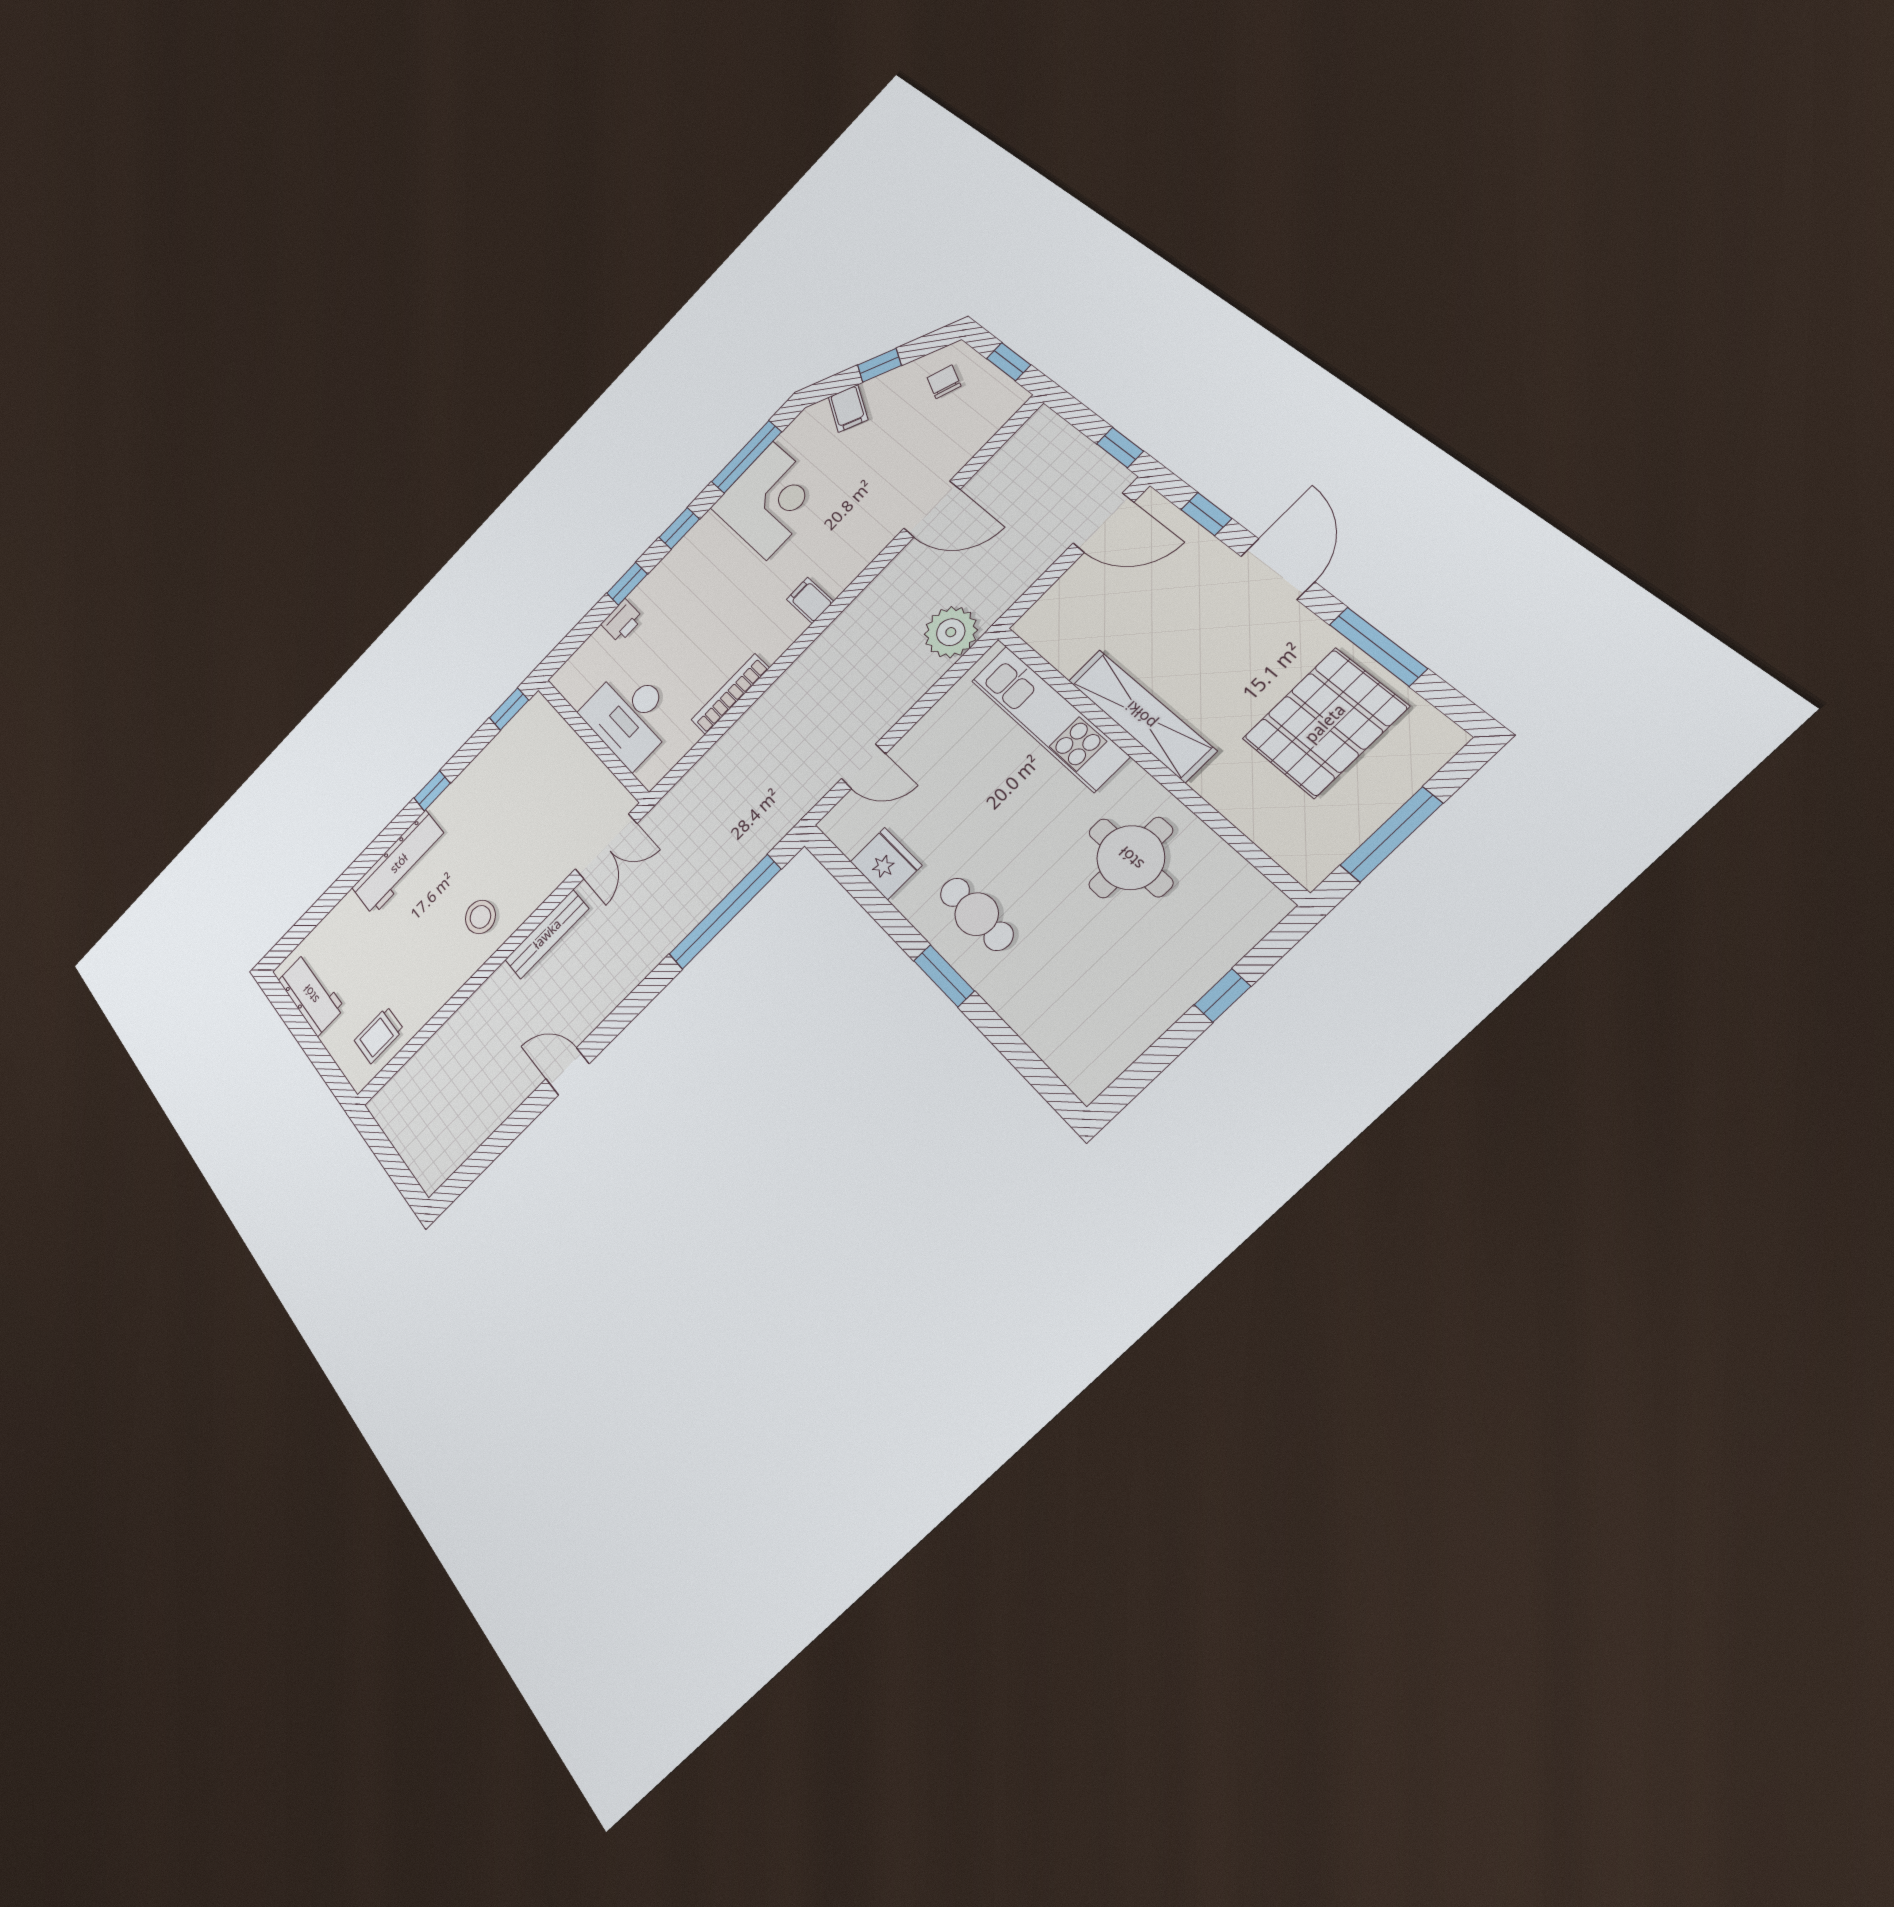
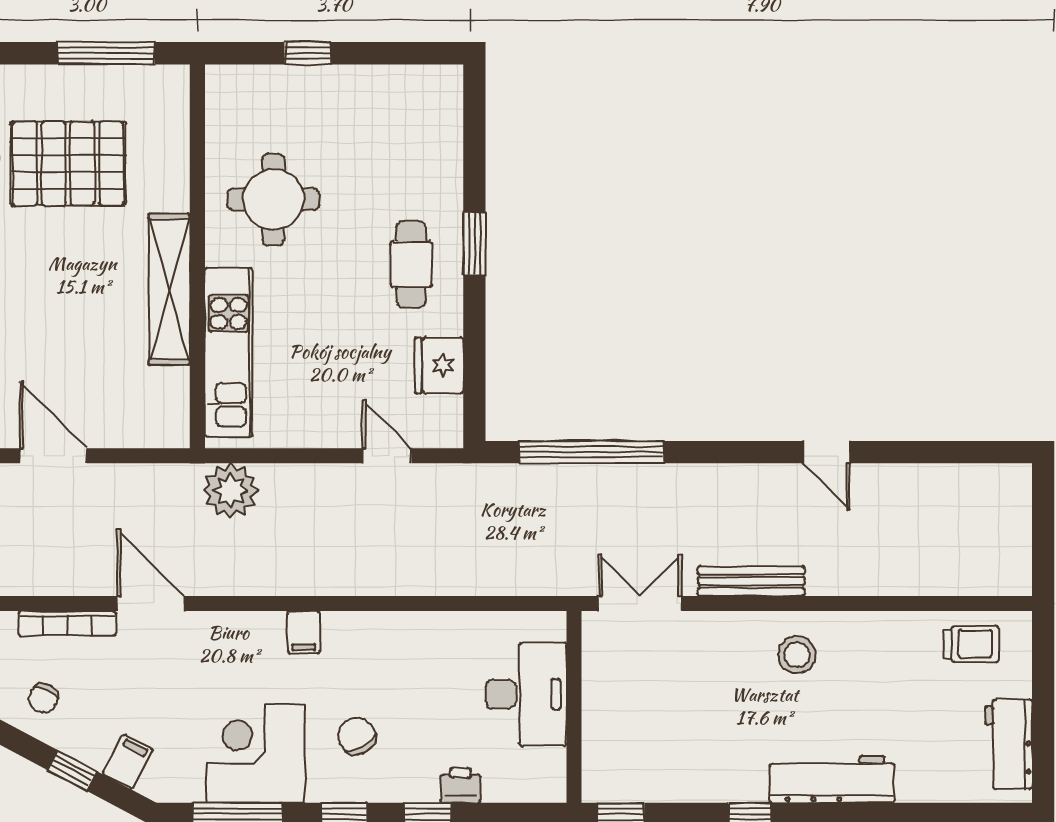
chair: (714, 579) -> (357, 736), added
bookcase: (730, 694) -> (67, 623), moved

